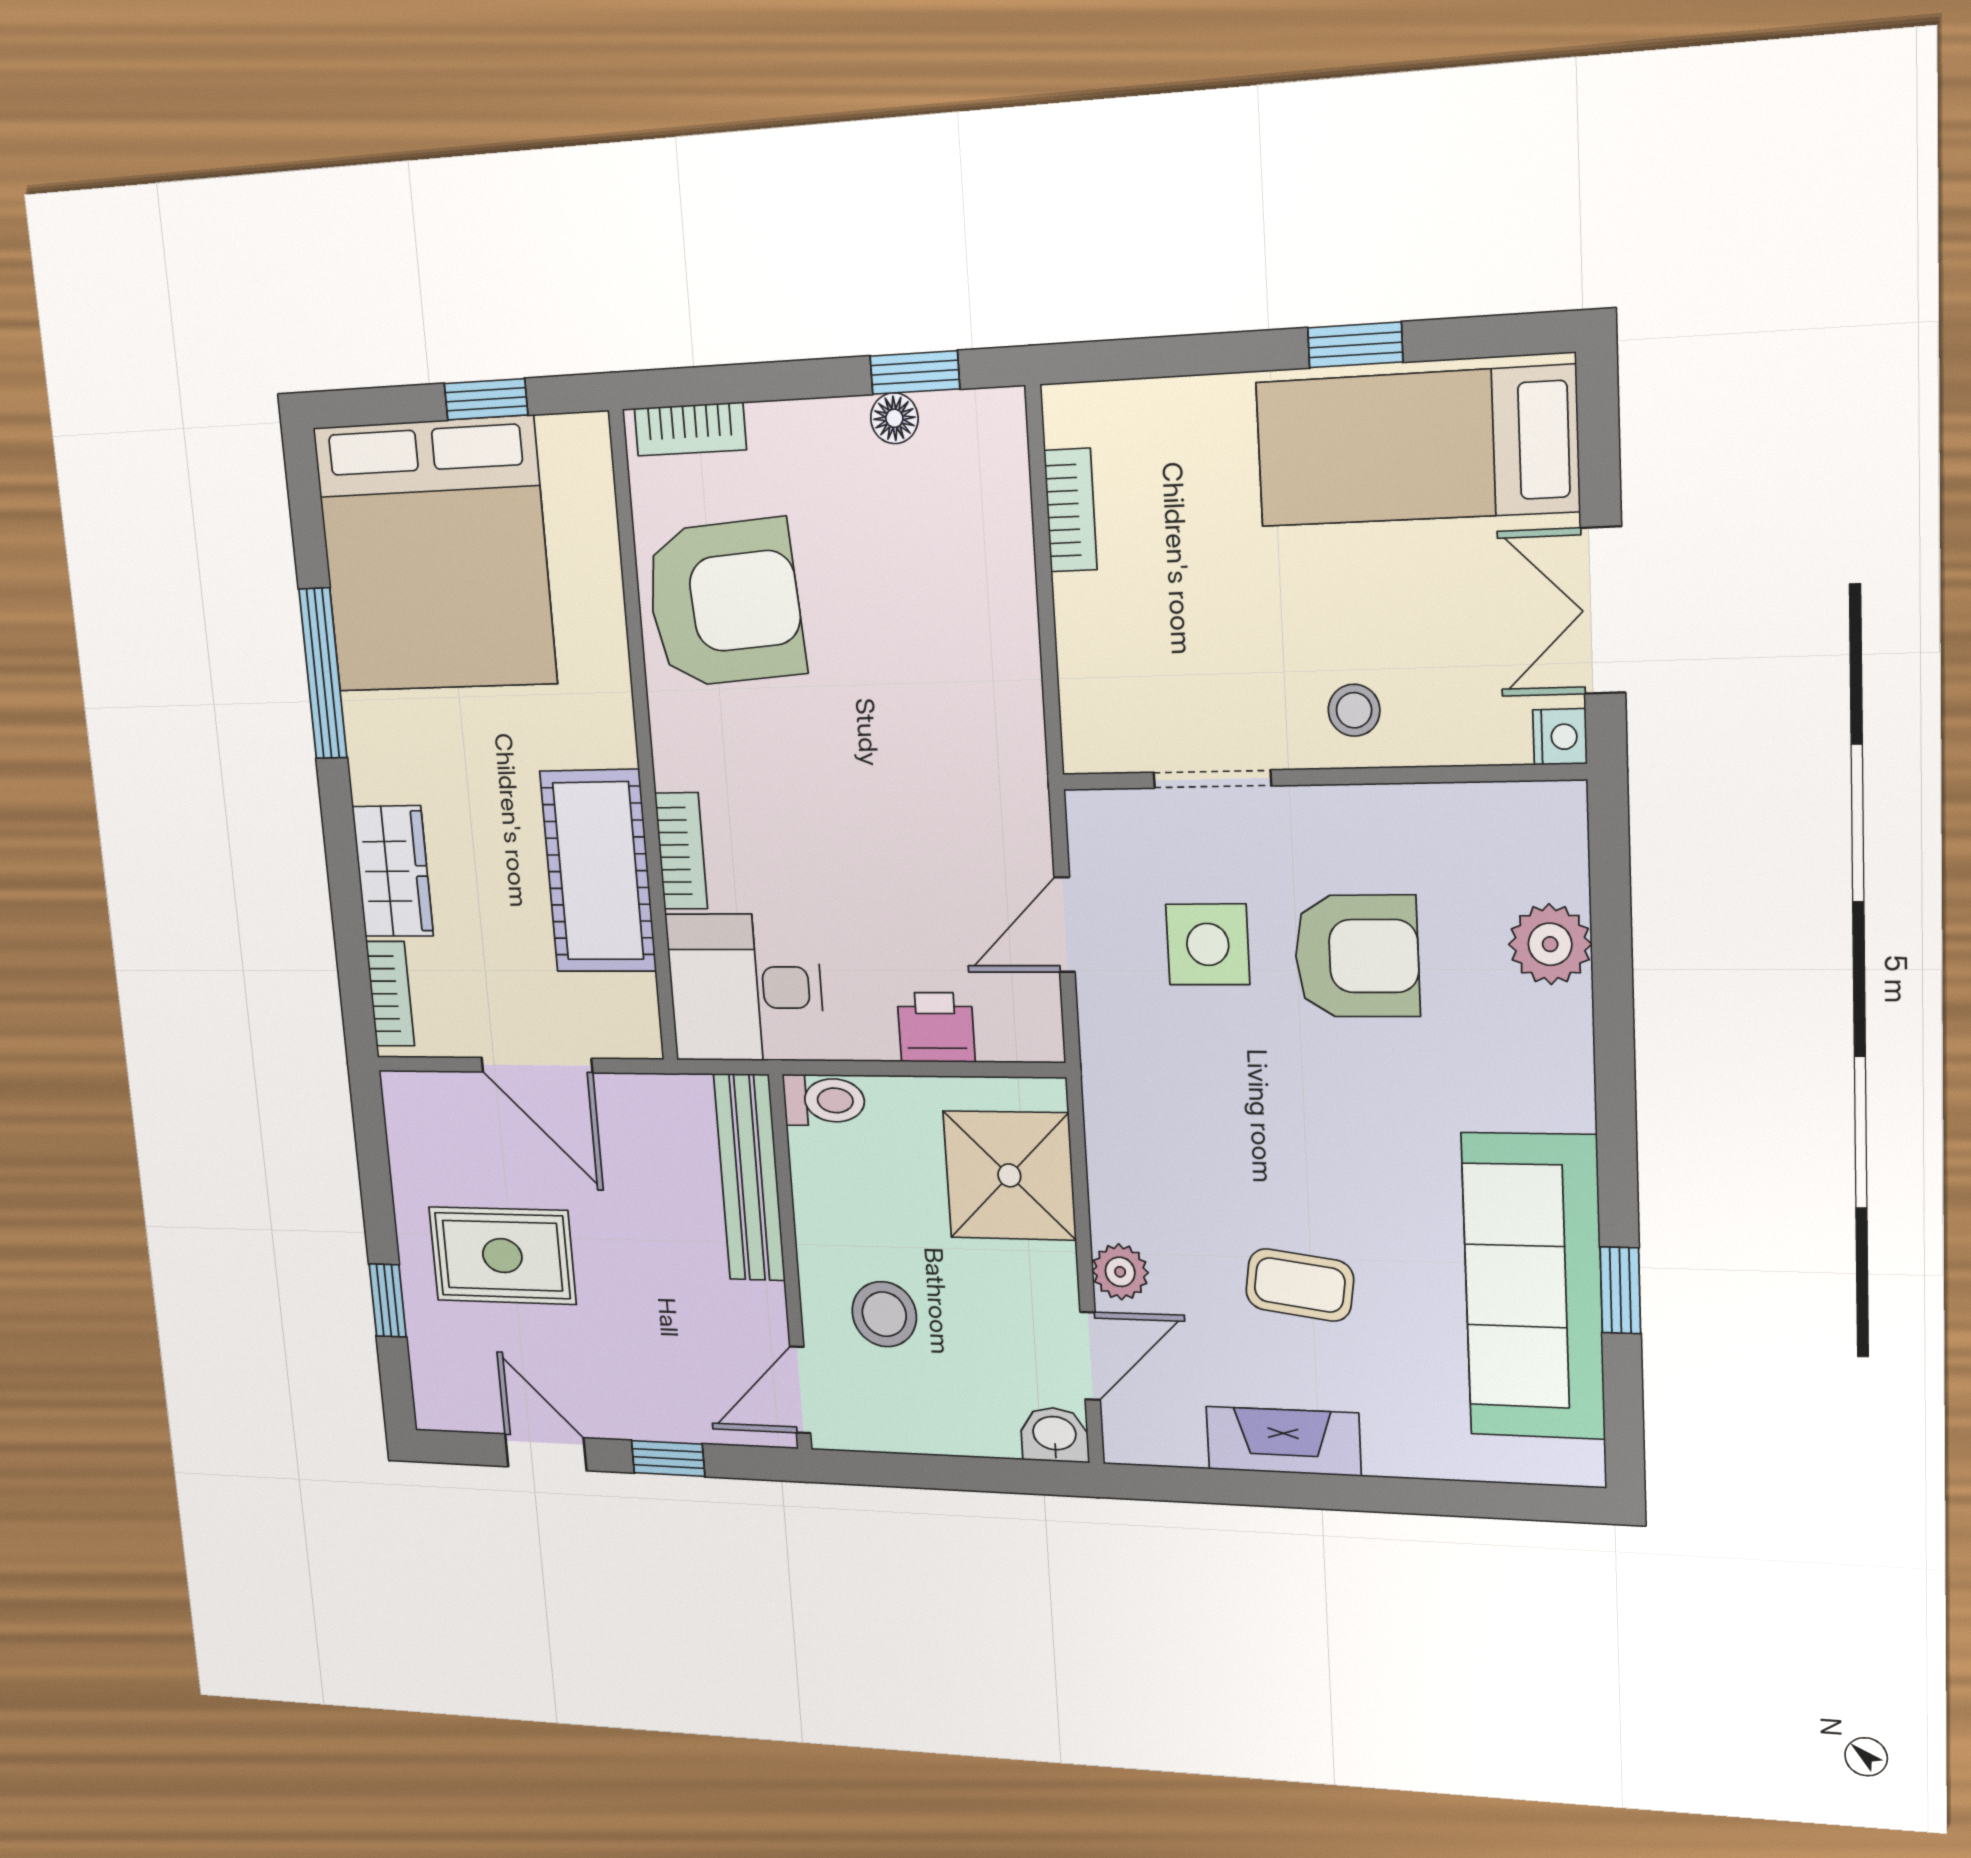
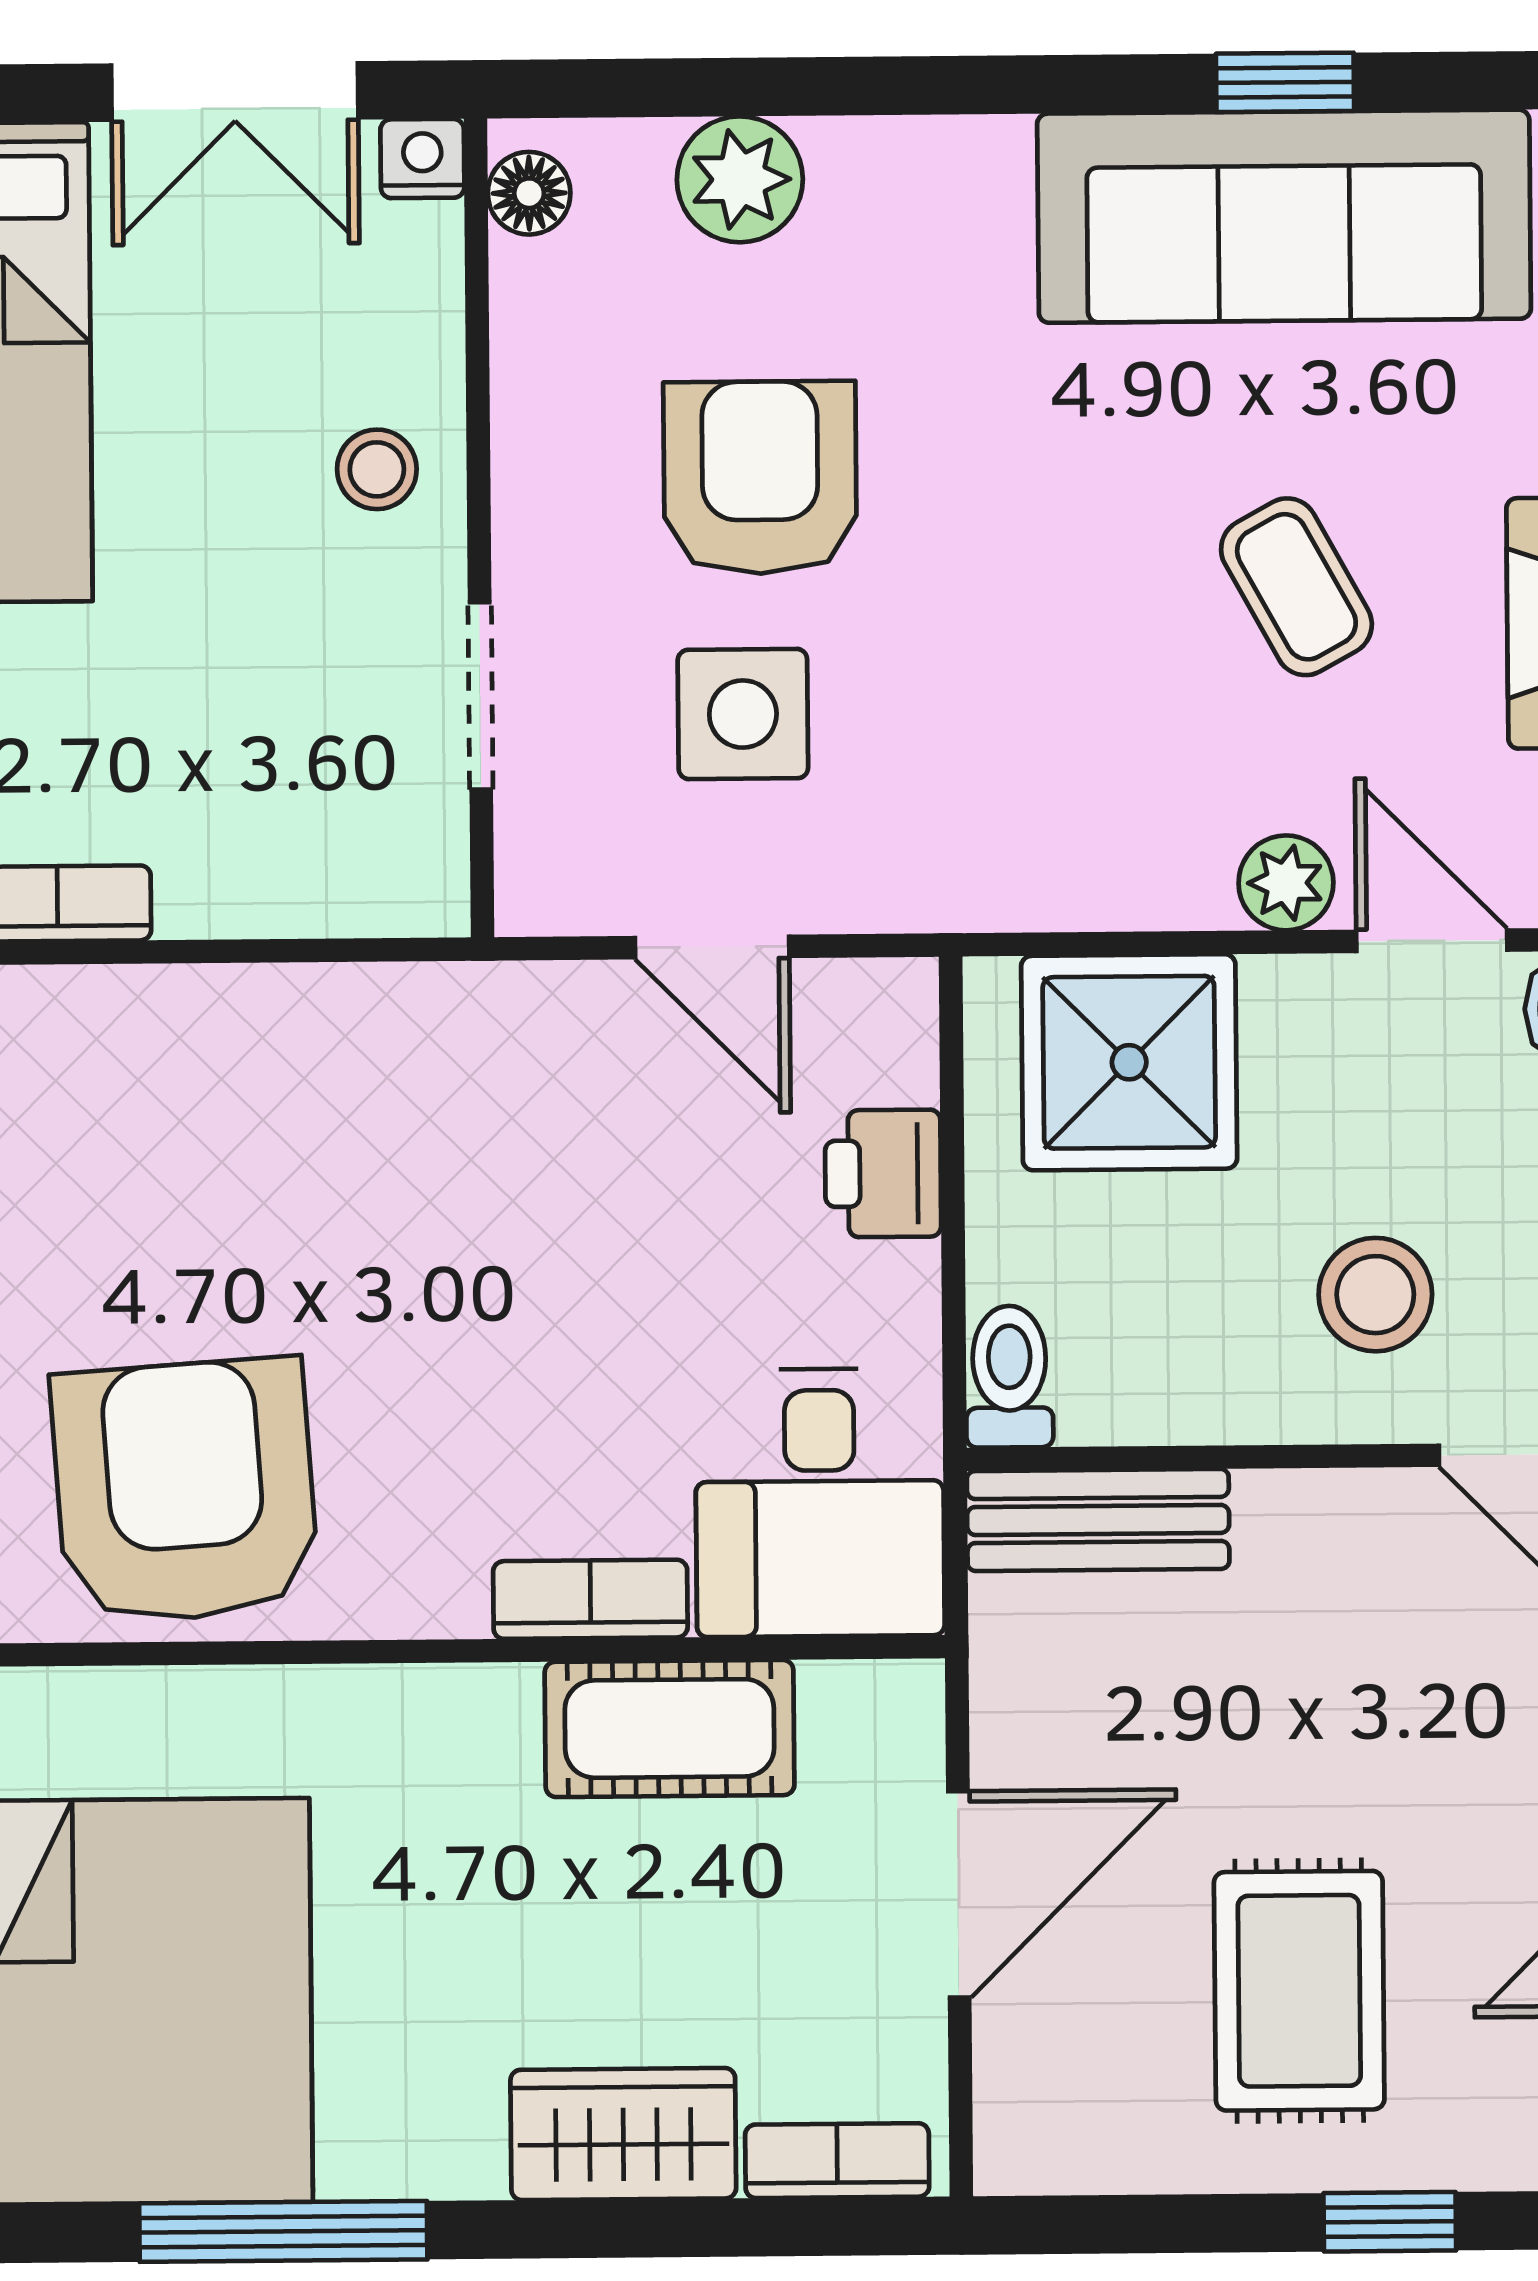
floor lamp: (1538, 807) -> (529, 193), added
cot: (598, 871) -> (670, 1728), width x0.73, depth x0.75
bench: (749, 1177) -> (1098, 1520), width x0.73
coffee table: (1300, 1285) -> (1296, 587), turned -37

